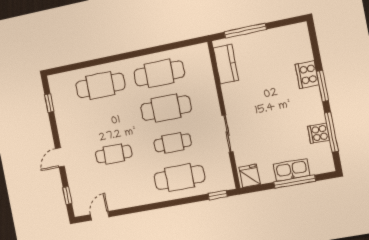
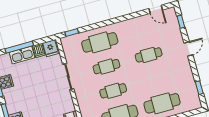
cafe table: (166, 108) -> (113, 91), width x0.73, depth x0.74
dishwasher: (267, 174) -> (39, 50), added
door: (100, 216) -> (156, 9), hinge flipped

